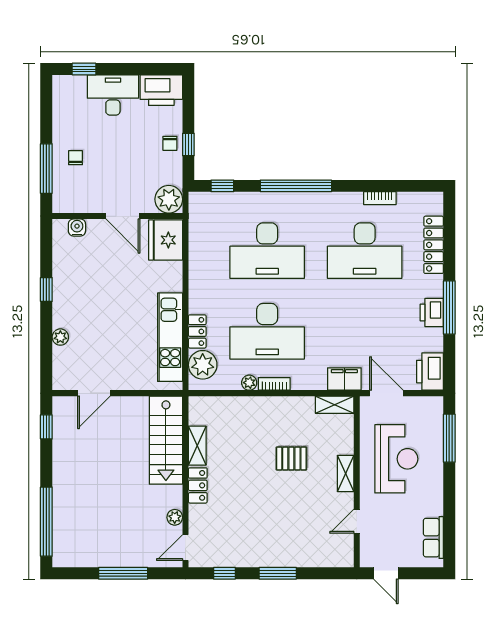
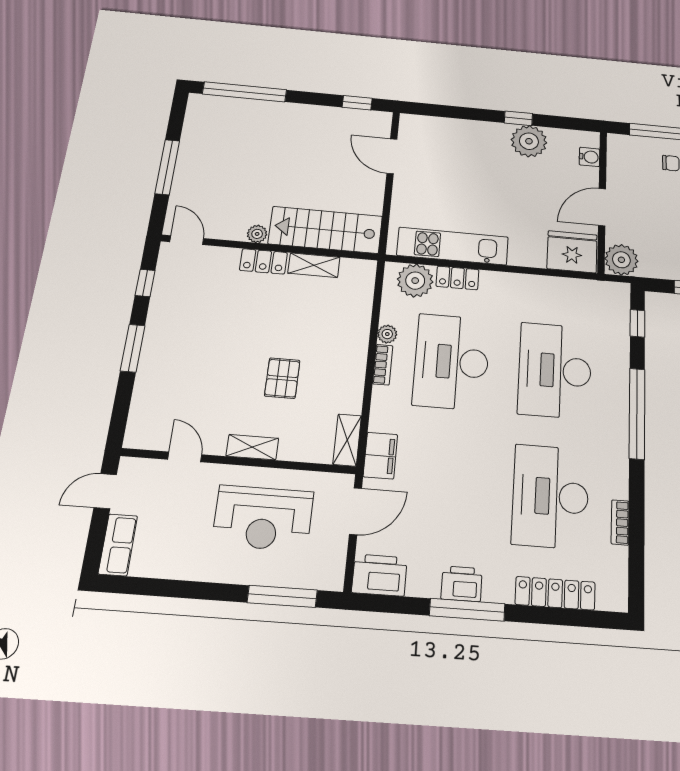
plant: (60, 337) -> (529, 141), moved, width x1.88, depth x1.88
plant: (175, 517) -> (257, 234), moved
row of seats: (433, 538) -> (118, 545), moved, turned 90

